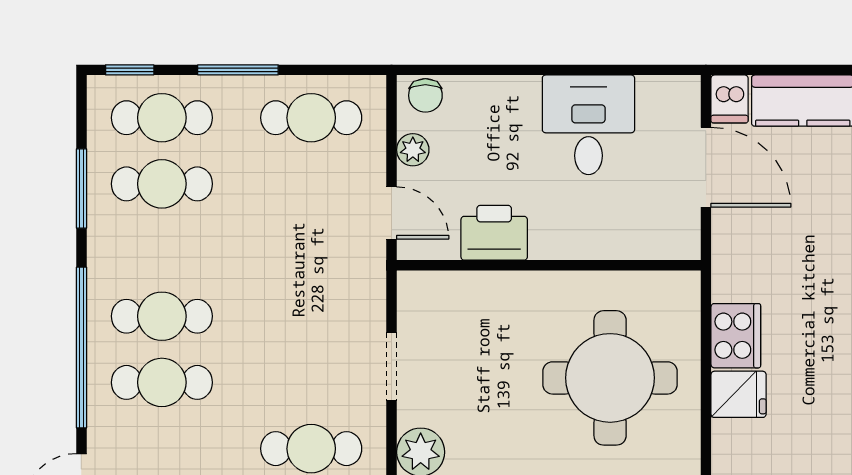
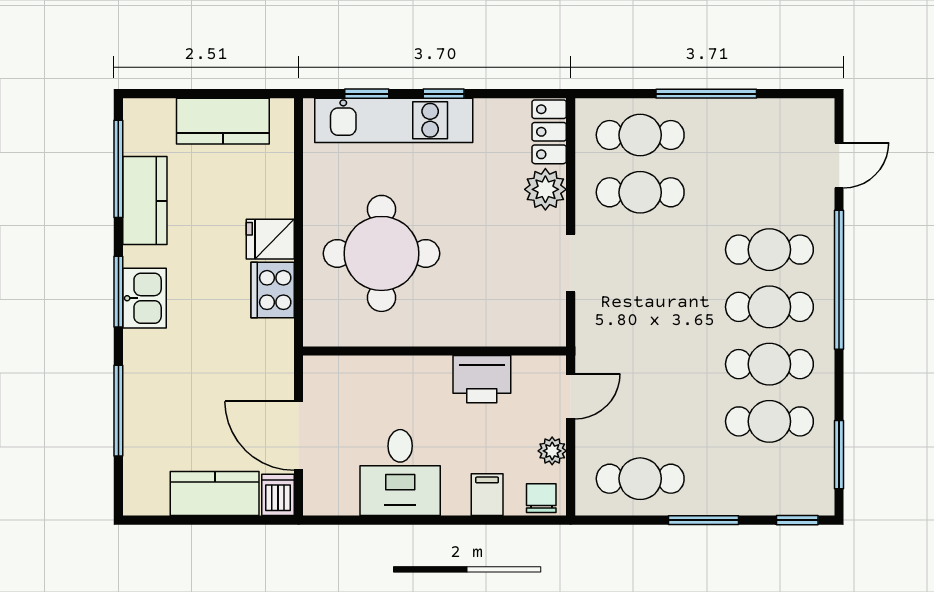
filing cabinet: (488, 99) -> (487, 495), added
cafe table: (162, 118) -> (769, 364), moved
window: (81, 189) -> (839, 455), moved
door: (392, 213) -> (571, 396), swing flipped

